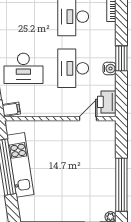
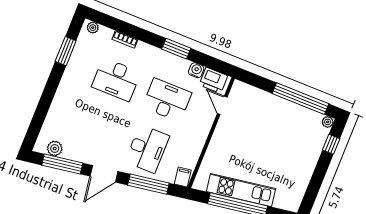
desk: (73, 68) -> (167, 100), turned 180
water cooler: (109, 69) -> (196, 70), moved

